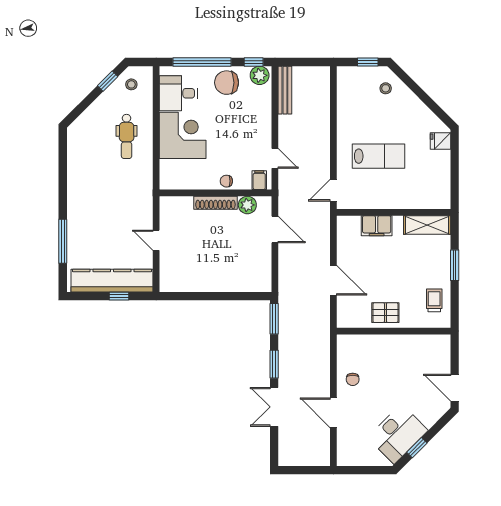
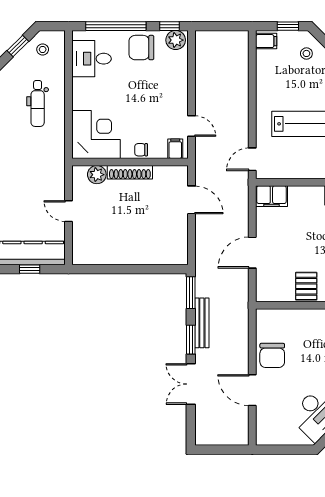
filing cabinet: (347, 76) -> (266, 41), added
bench: (285, 90) -> (202, 323), moved
corner desk: (183, 135) -> (96, 134), moved
plant: (247, 205) -> (97, 175), moved
filing cabinet: (377, 226) -> (271, 196), moved
door: (333, 280) -> (252, 253), swing flipped
pallet: (385, 313) -> (306, 286), turned 90
chair: (353, 379) -> (272, 355), width x1.87, depth x1.87

